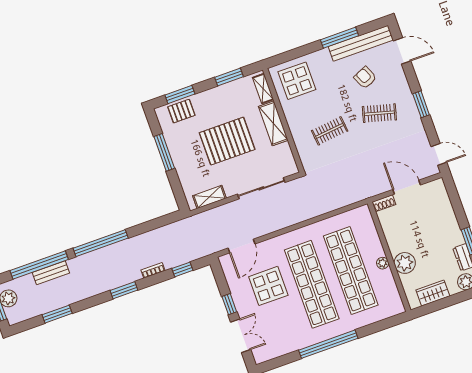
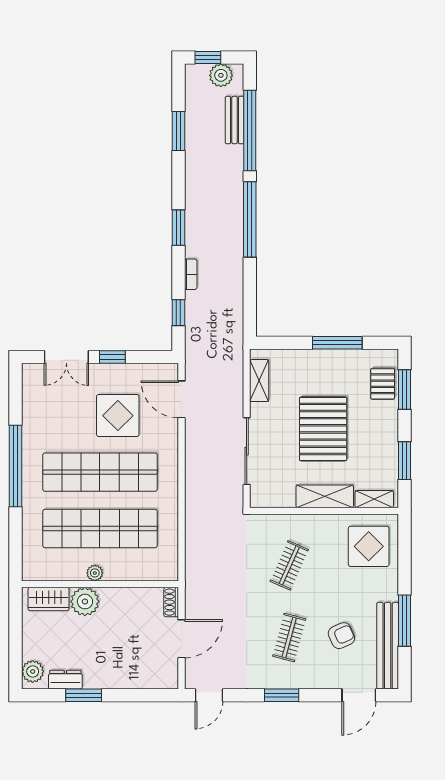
clothes rail: (330, 131) -> (289, 565), turned 30
bench: (51, 273) -> (235, 120), moved
wardrobe: (433, 293) -> (49, 599), moved, turned 90

